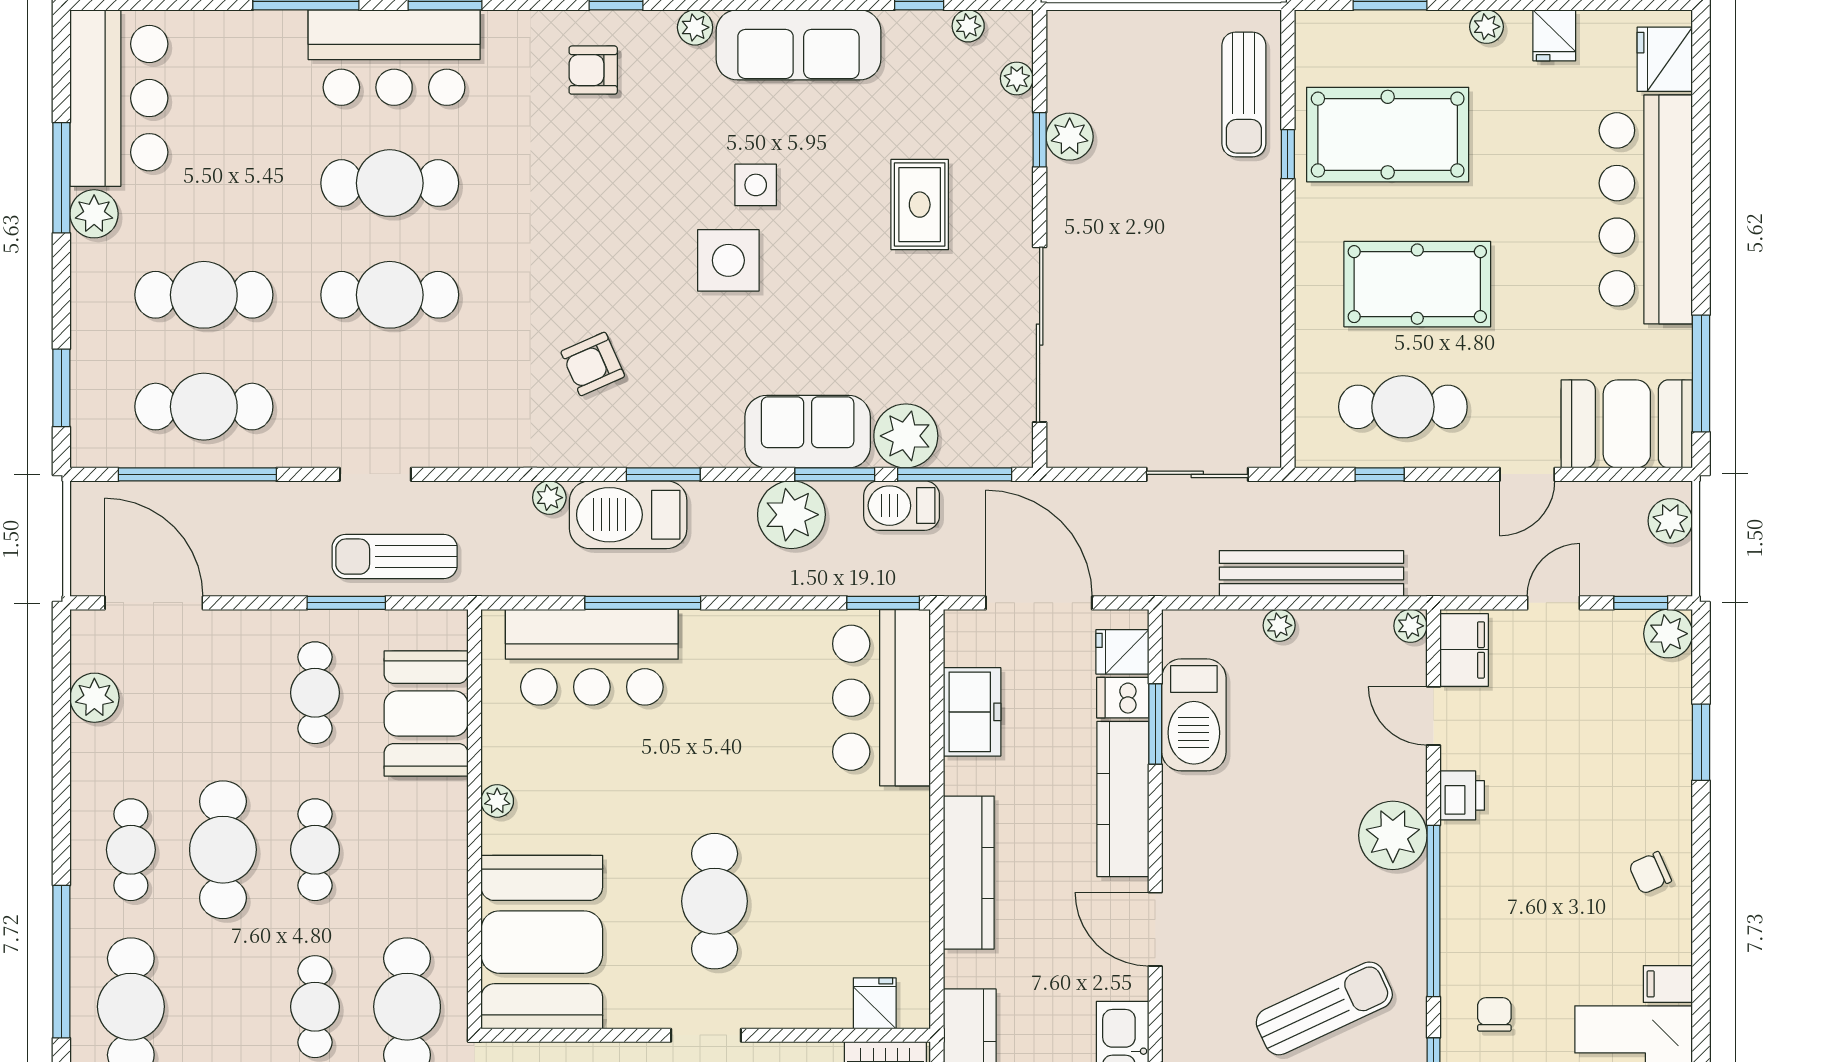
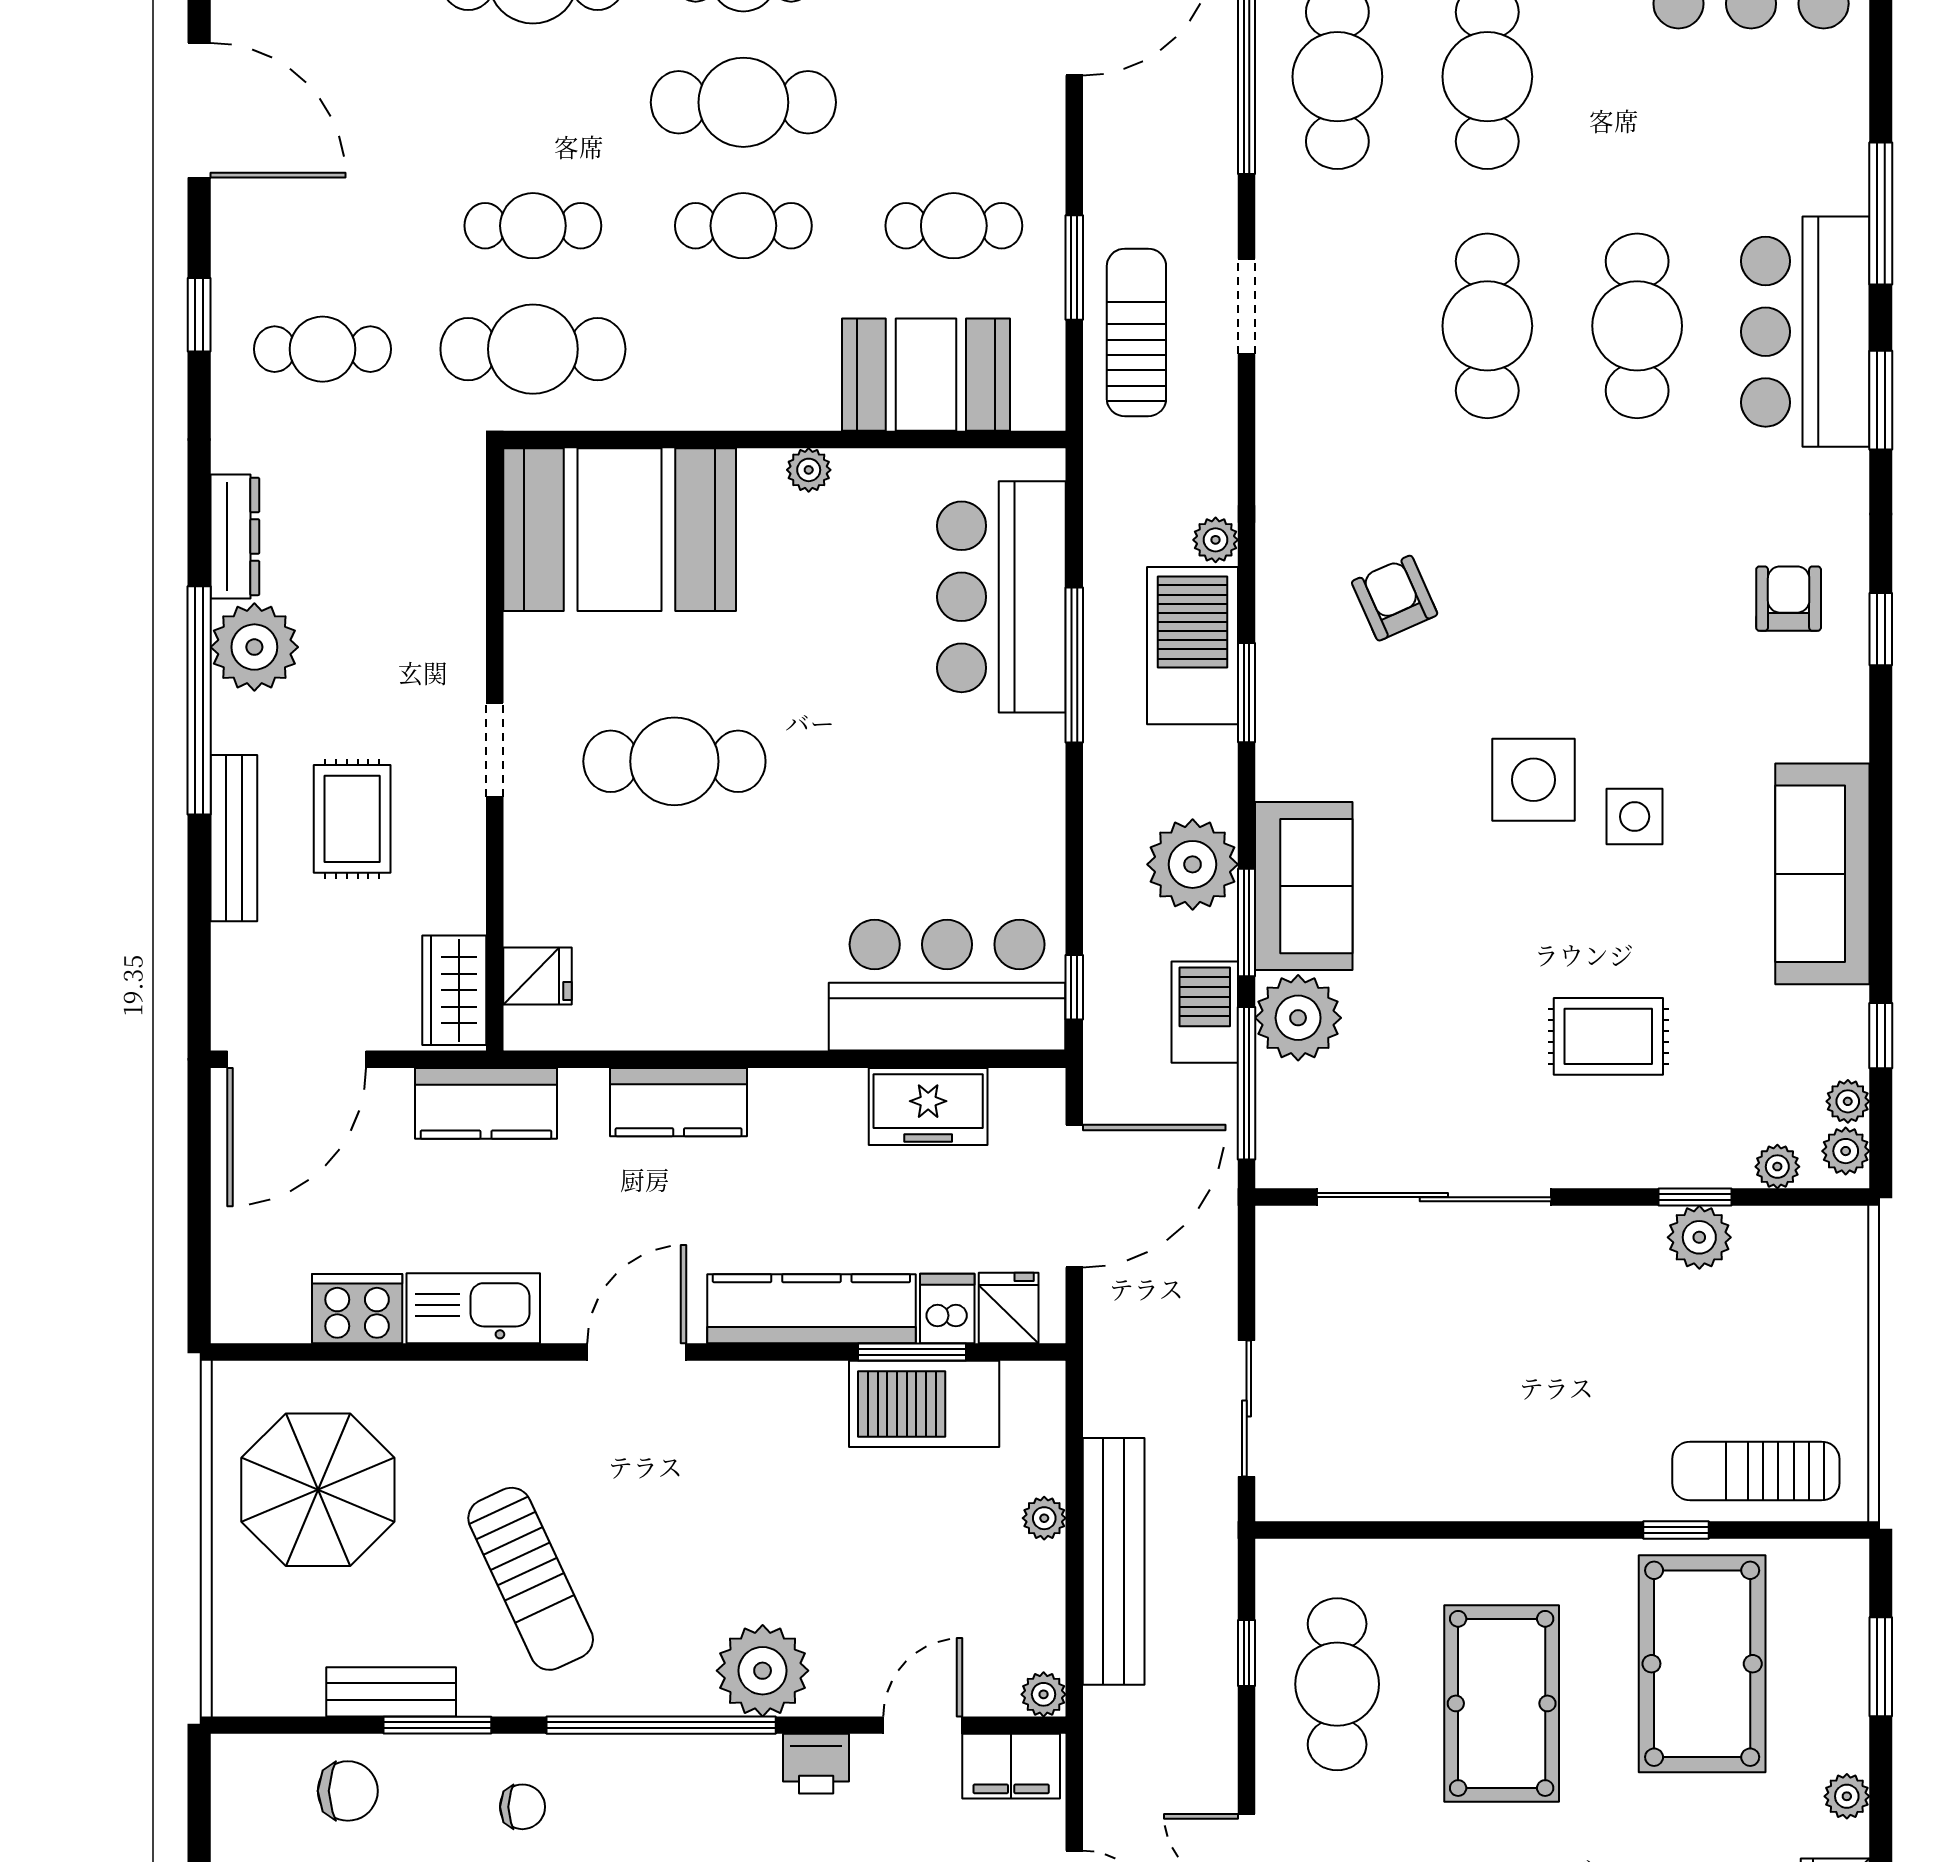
plant: (695, 27) -> (1846, 1151), moved
window: (883, 603) -> (1074, 987), width x0.67
kitchen counter: (969, 873) -> (679, 1102), width x0.67

